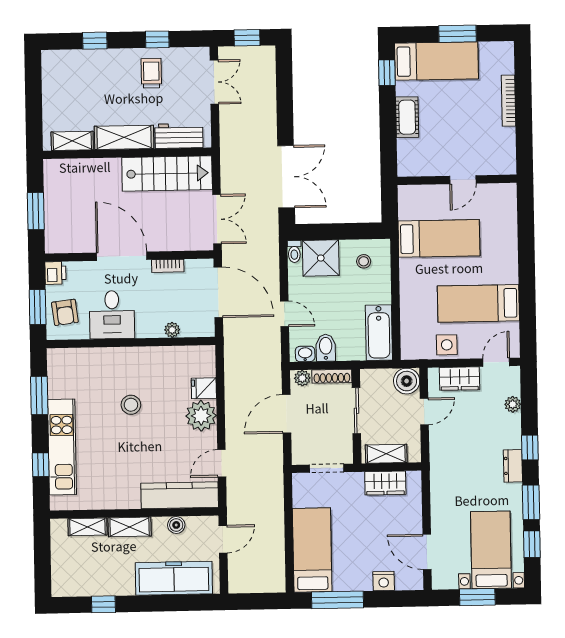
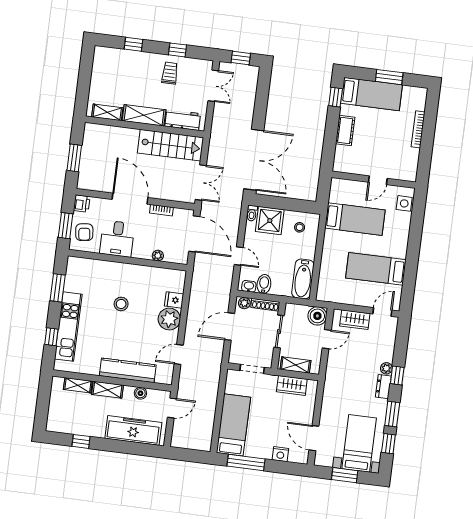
double door: (286, 177) -> (254, 160), width x1.36
side table: (447, 345) -> (404, 203), moved
plant: (513, 404) -> (386, 368), moved
kitchen counter: (180, 495) -> (128, 370), moved

